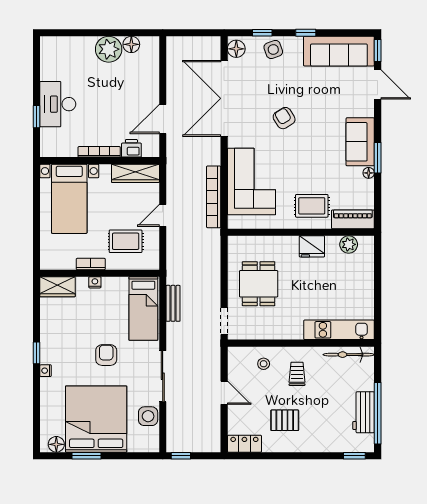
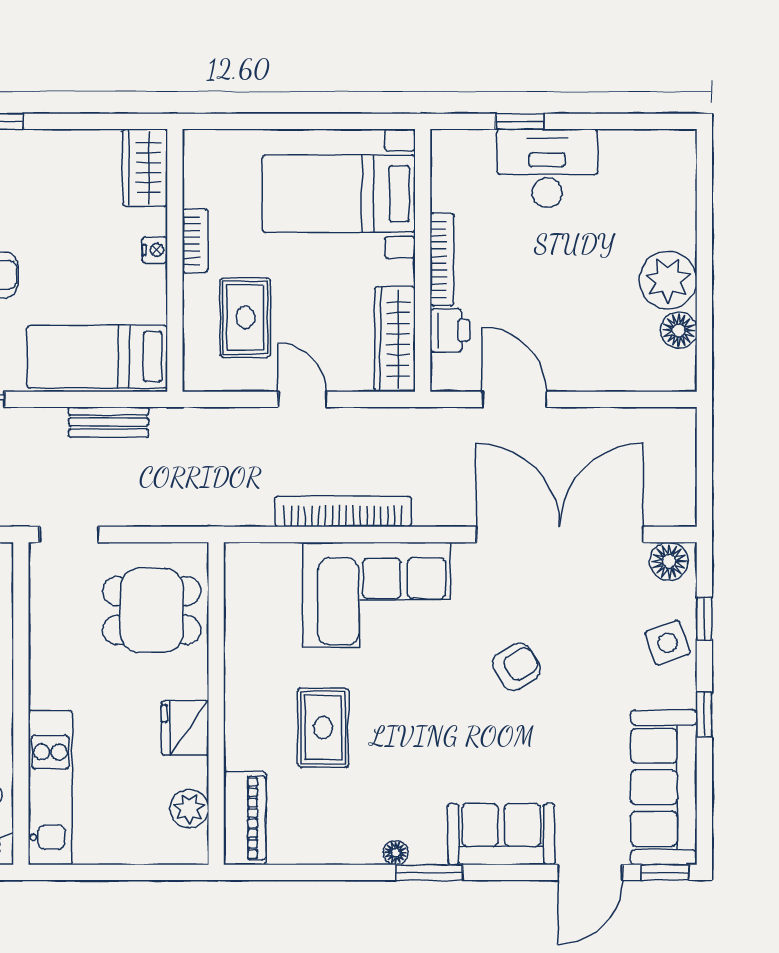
sofa: (360, 142) -> (501, 834), moved
piano: (353, 219) -> (245, 818), moved
wall: (301, 232) -> (216, 703), moved
plant: (349, 244) -> (189, 809), moved
fridge: (312, 246) -> (185, 728), moved

